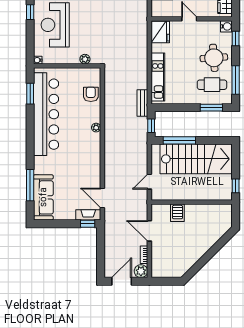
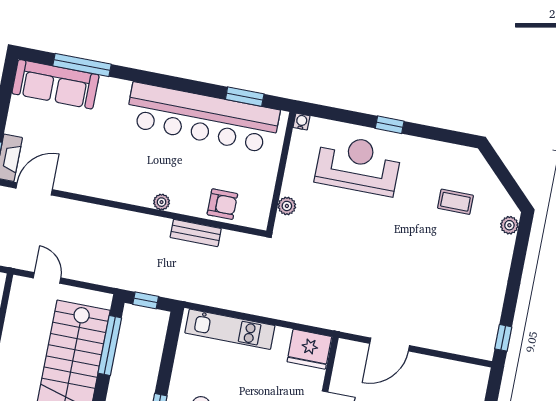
bench: (142, 103) -> (196, 233), moved

